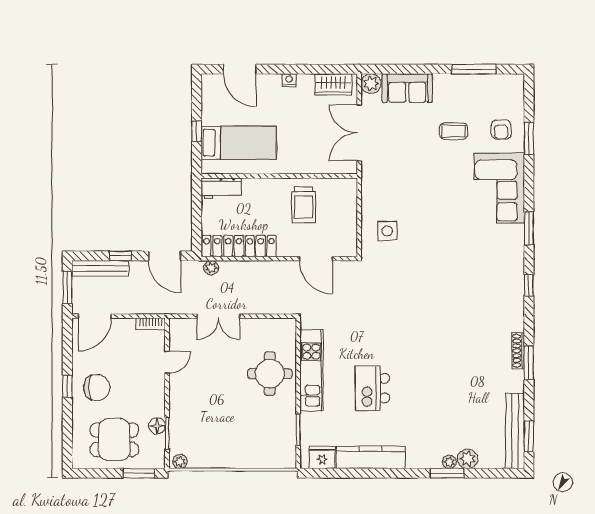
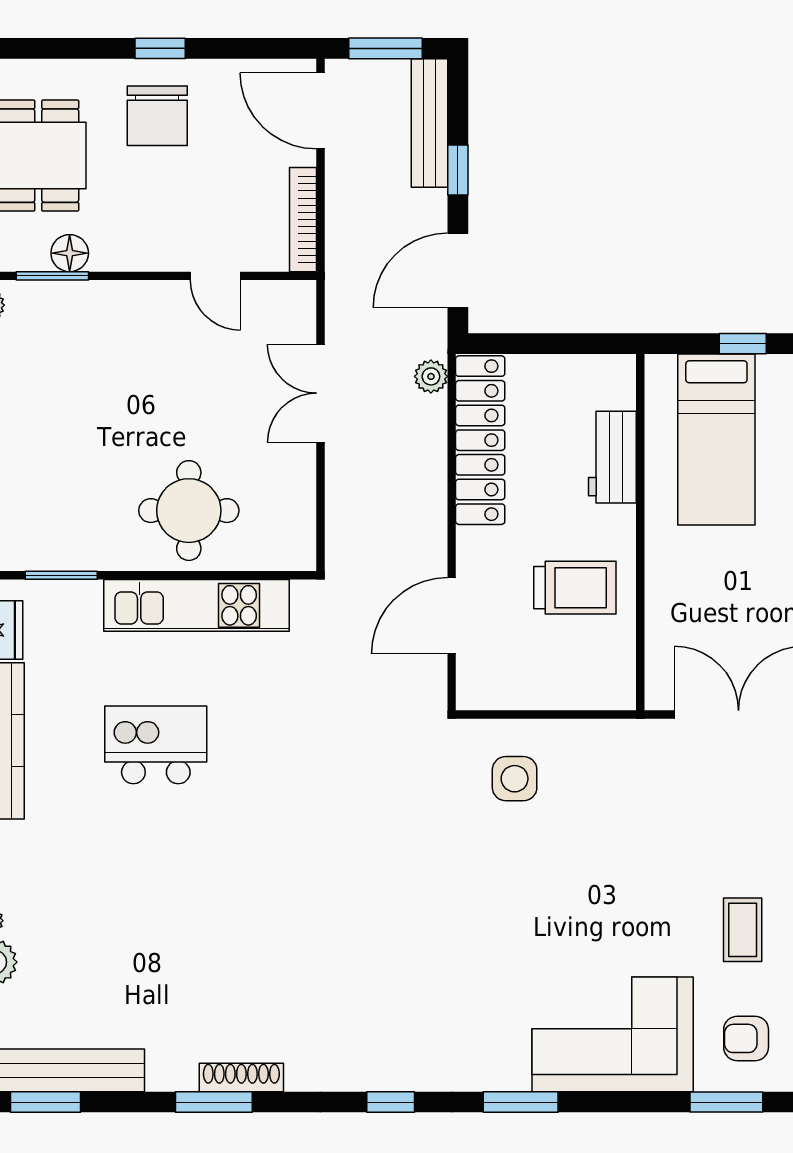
workbench: (221, 188) -> (612, 457), moved
trolley: (304, 205) -> (575, 588), turned 180
bookcase: (151, 324) -> (303, 220), width x1.56

